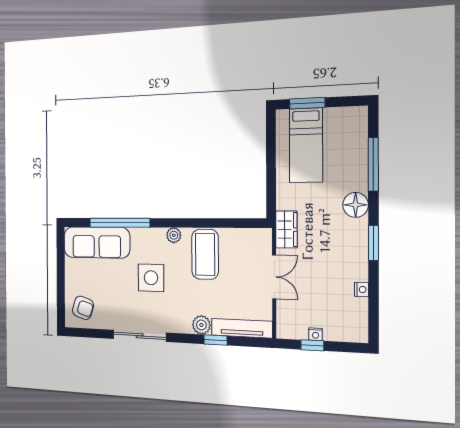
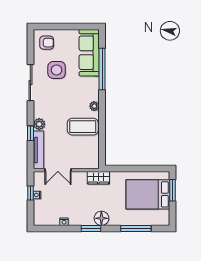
bed: (306, 145) -> (148, 194), width x1.50
floor lamp: (356, 205) -> (101, 218), moved
double door: (274, 277) -> (58, 170), moved
side table: (151, 278) -> (57, 70), moved
armchair: (83, 308) -> (47, 43), turned -107

